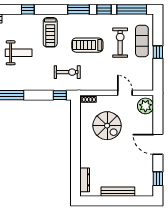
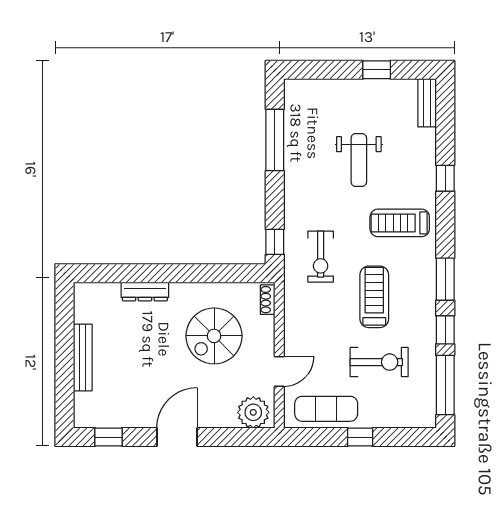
exercise mat: (142, 41) -> (326, 409), moved
dresser: (85, 180) -> (145, 291), moved

